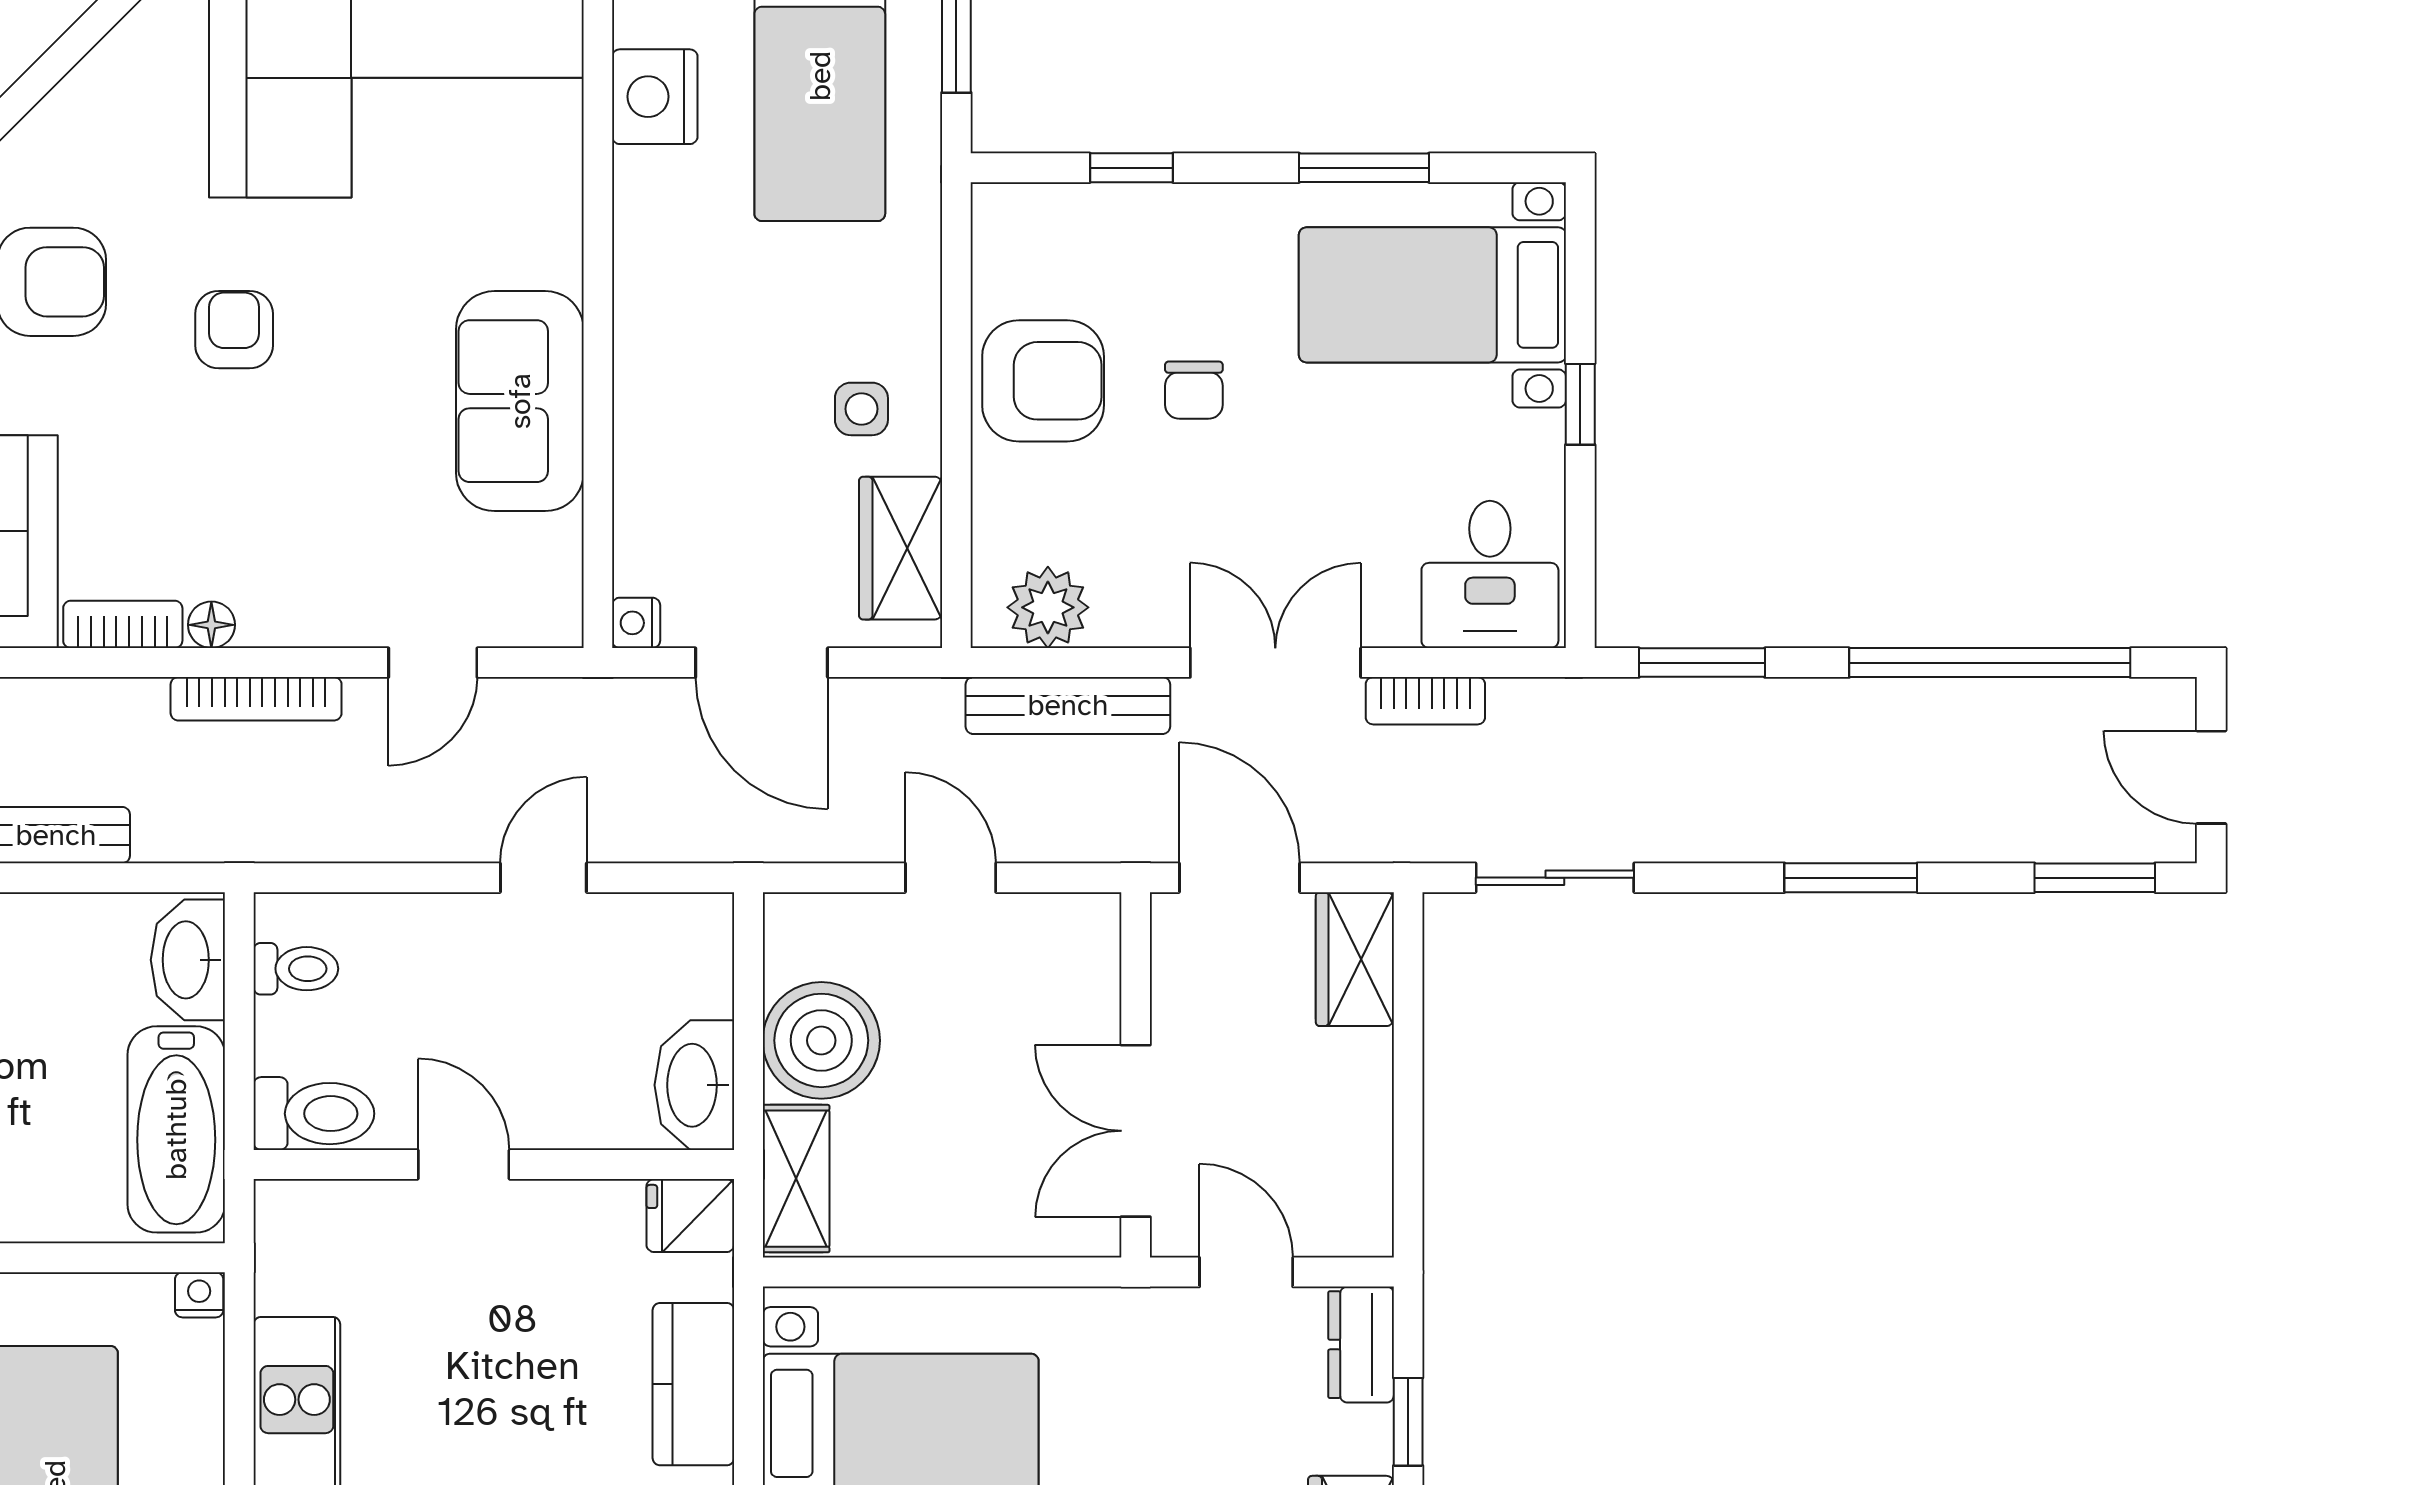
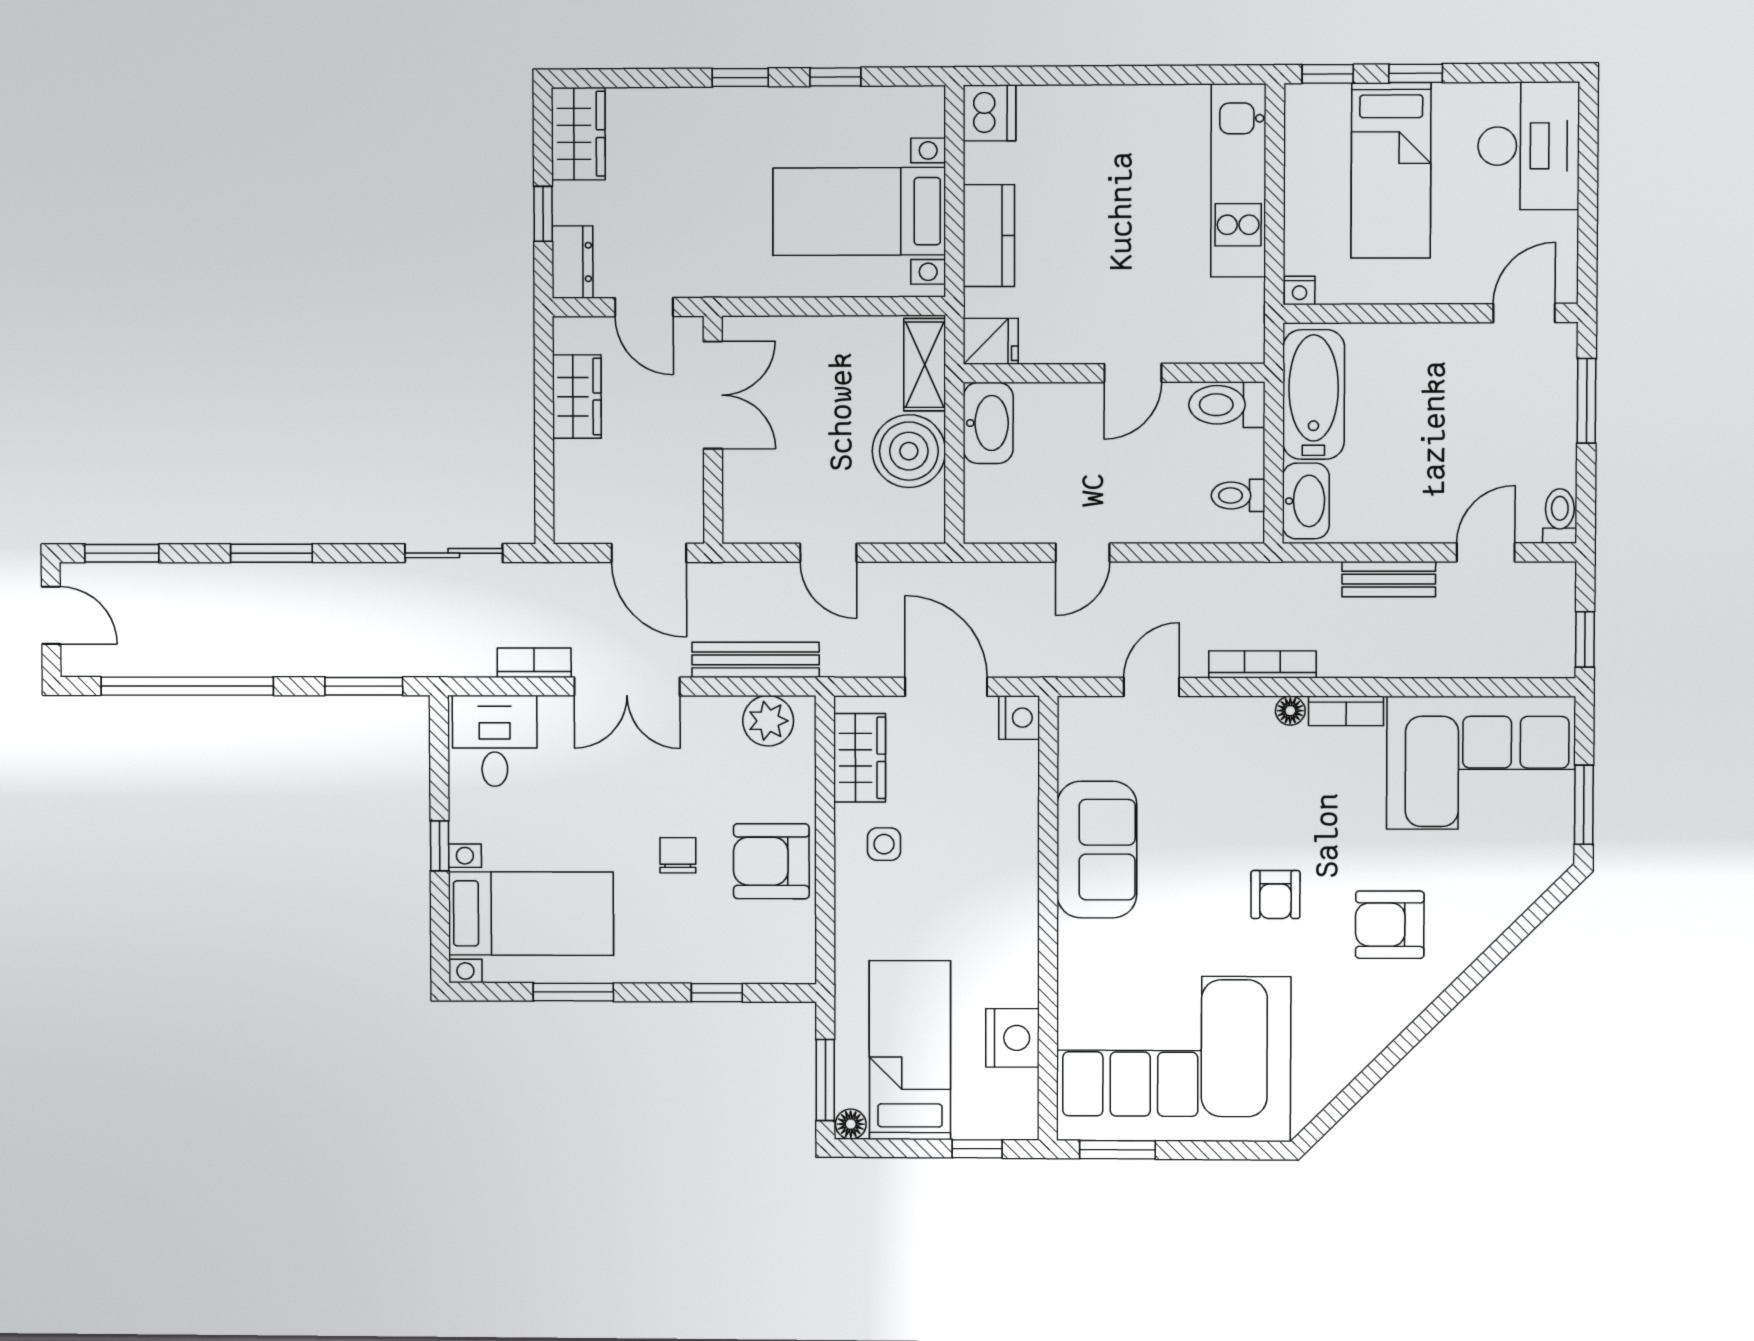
nightstand: (636, 623) -> (1019, 718), width x1.39, depth x1.35
wardrobe: (1355, 959) -> (577, 397), moved
door: (464, 1165) -> (1133, 373), hinge flipped

